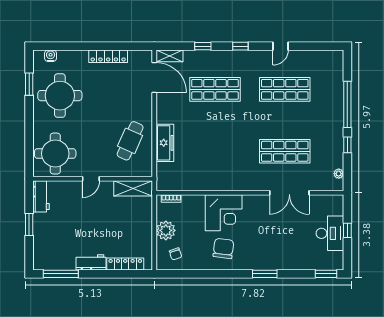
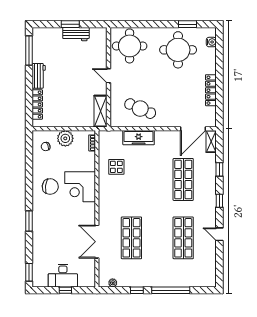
display table: (200, 169) -> (116, 167), added
workbench: (41, 196) -> (76, 34), moved

